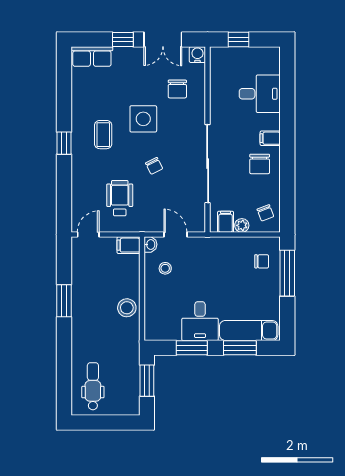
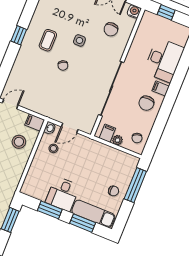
desk: (260, 94) -> (164, 60), width x1.37
side table: (143, 119) -> (79, 40), width x0.54, depth x0.54
chair: (154, 166) -> (63, 65), moved
wheelchair: (120, 198) -> (42, 88), removed
door: (175, 234) -> (70, 128), swing flipped
chair: (262, 261) -> (114, 191), moved
stool: (127, 308) -> (19, 142), moved

